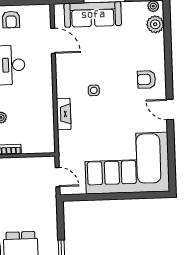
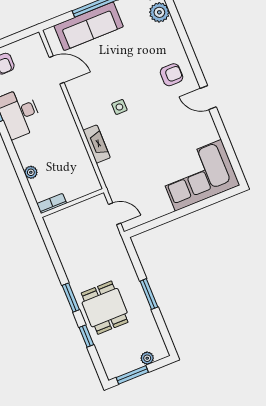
armchair: (146, 79) -> (171, 75), turned 180
corner sofa: (127, 163) -> (198, 175), width x0.73, depth x0.74

